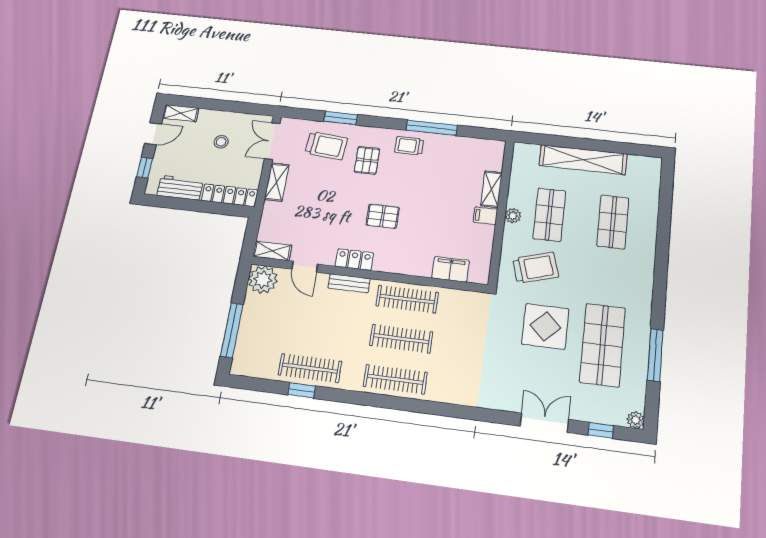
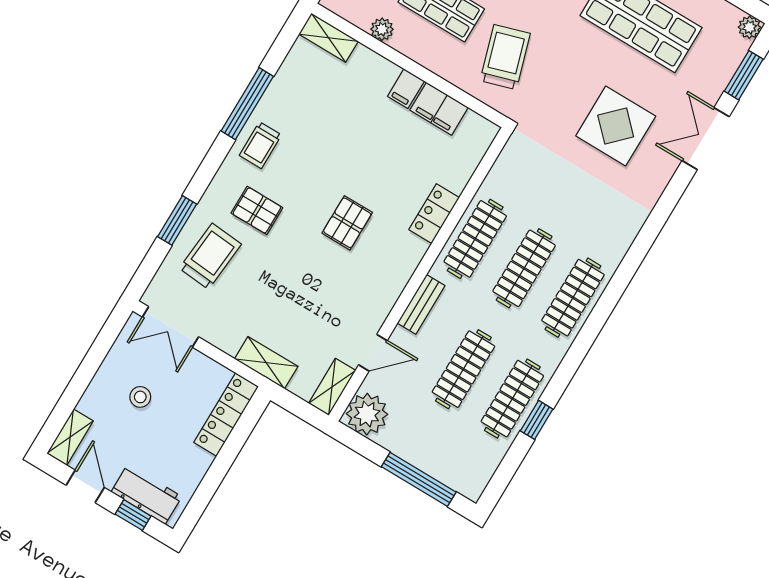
shelving: (277, 182) -> (266, 363), moved
workbench: (180, 188) -> (146, 494), moved, turned 90
shelving: (491, 189) -> (328, 38), moved
plant: (513, 216) -> (382, 29), moved
locker: (354, 260) -> (434, 214), moved
filing cabinet: (450, 269) -> (439, 109), moved, turned -90
display table: (545, 326) -> (616, 126), moved
clothes rail: (317, 328) -> (463, 369), added
window: (601, 430) -> (744, 75), width x1.50

